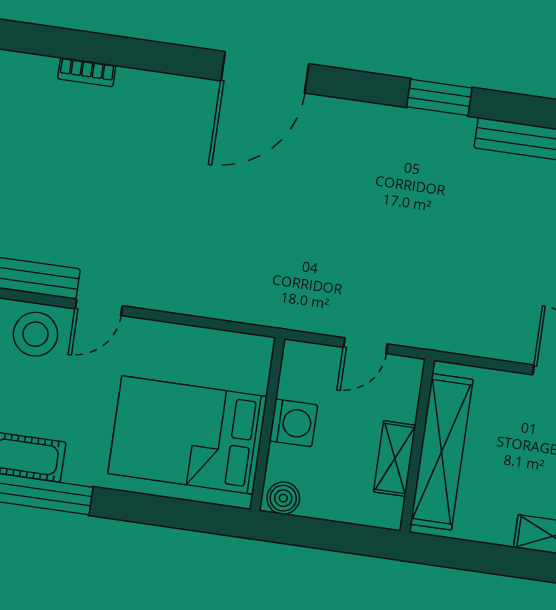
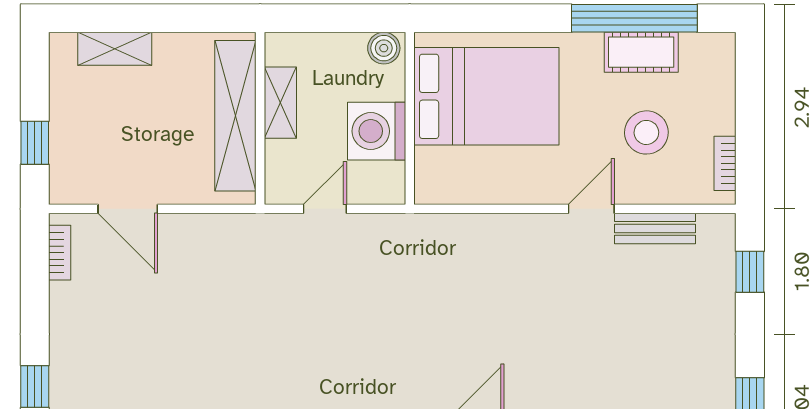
stool: (35, 334) -> (646, 132), moved
washing machine: (293, 423) -> (377, 131), width x1.37, depth x1.37

